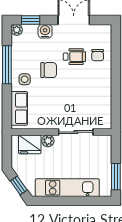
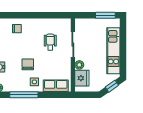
wheelchair: (74, 57) -> (50, 42), moved

